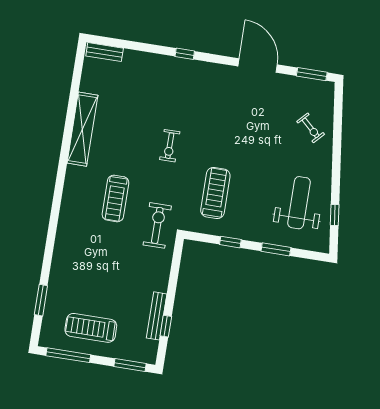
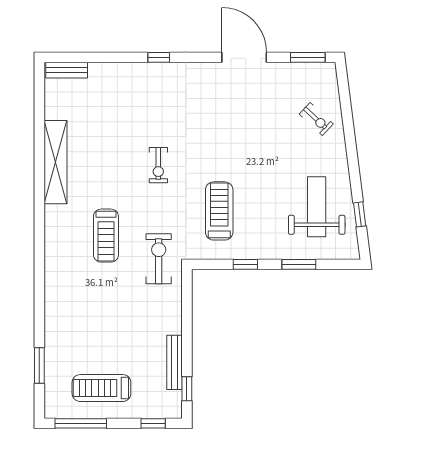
window: (166, 326) -> (187, 389), moved
window: (130, 365) -> (153, 423), width x0.67

